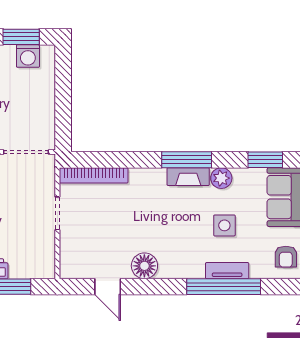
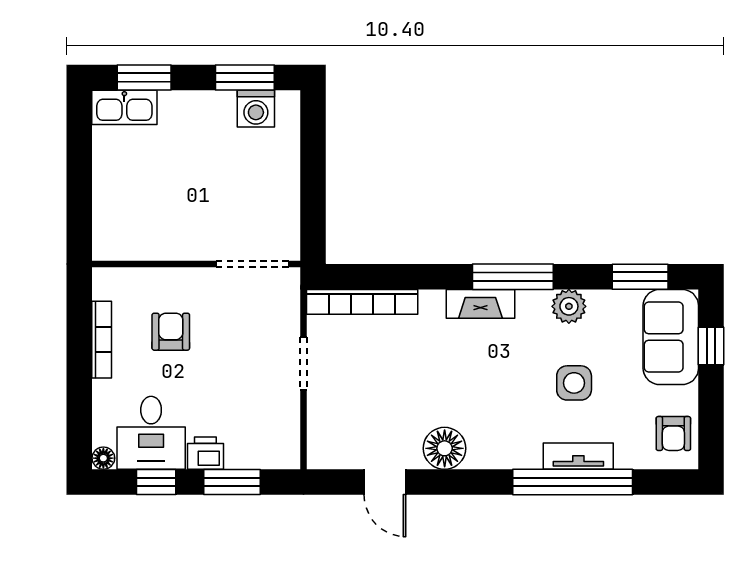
fireplace: (188, 177) -> (480, 304), moved

